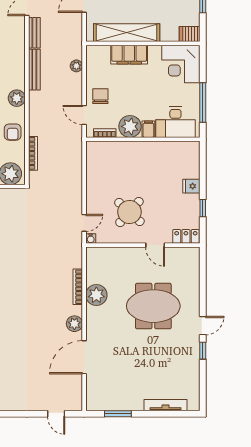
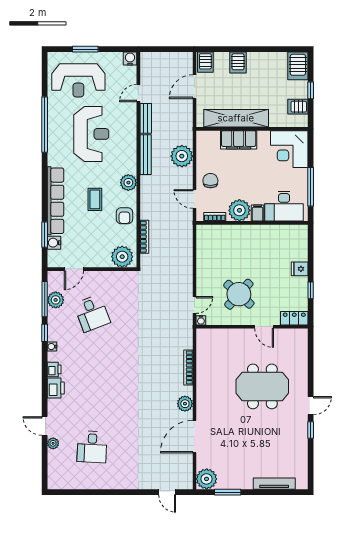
server rack: (190, 34) -> (298, 107), moved
plant: (76, 66) -> (182, 156), width x1.87, depth x1.87
plant: (96, 295) -> (207, 479), moved

